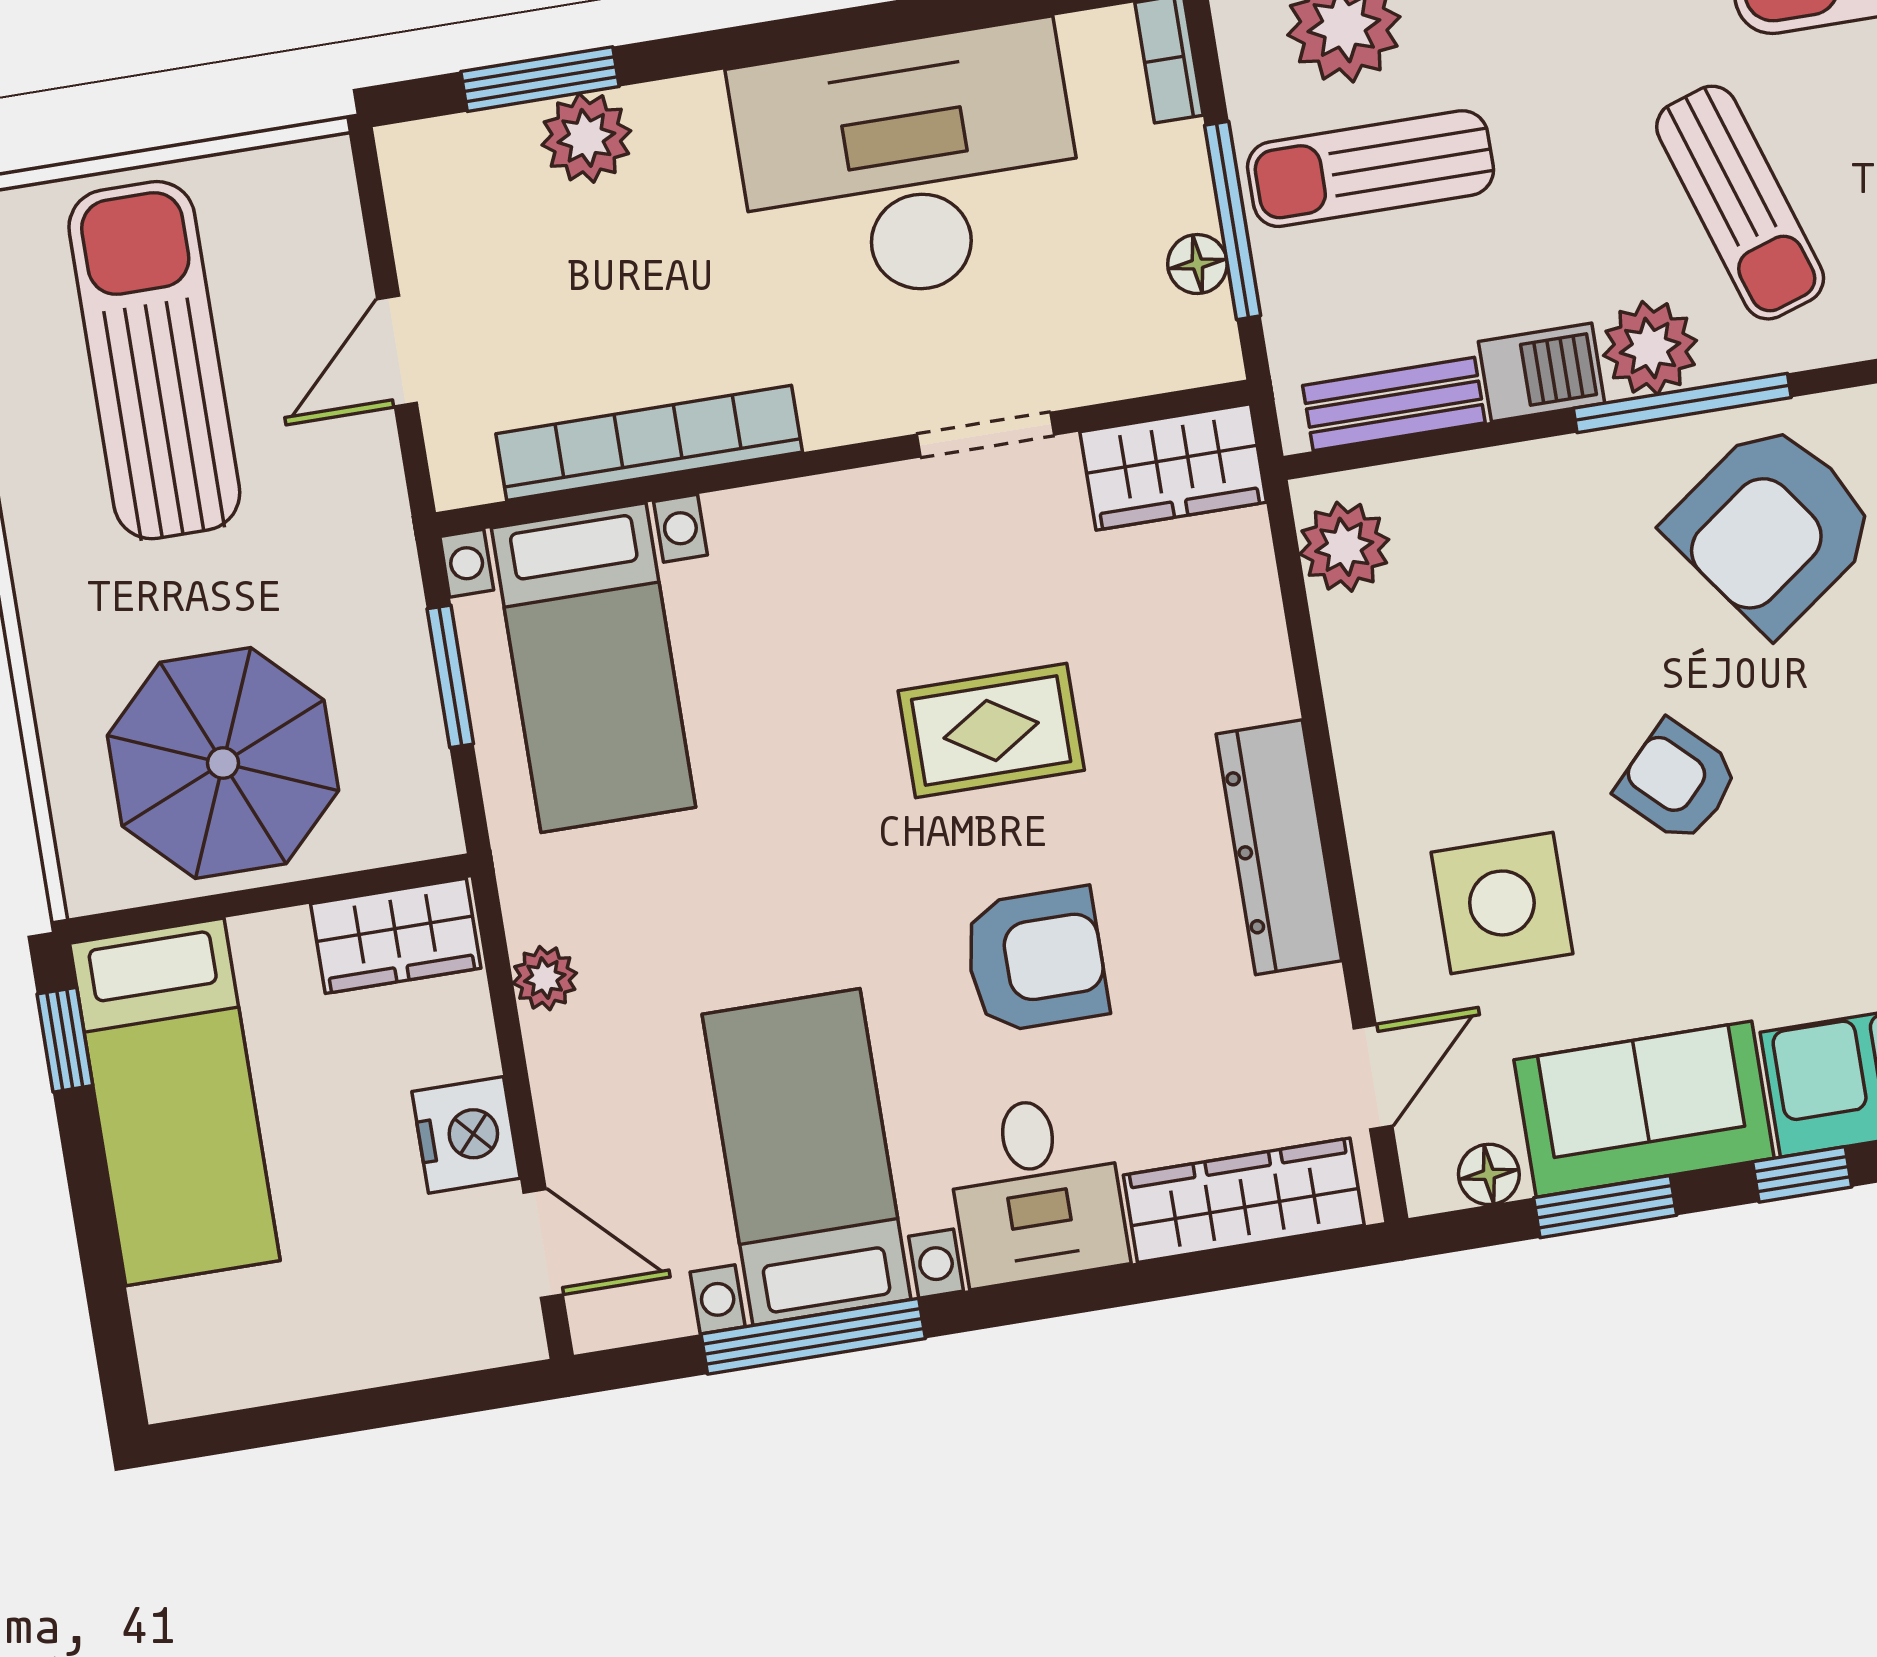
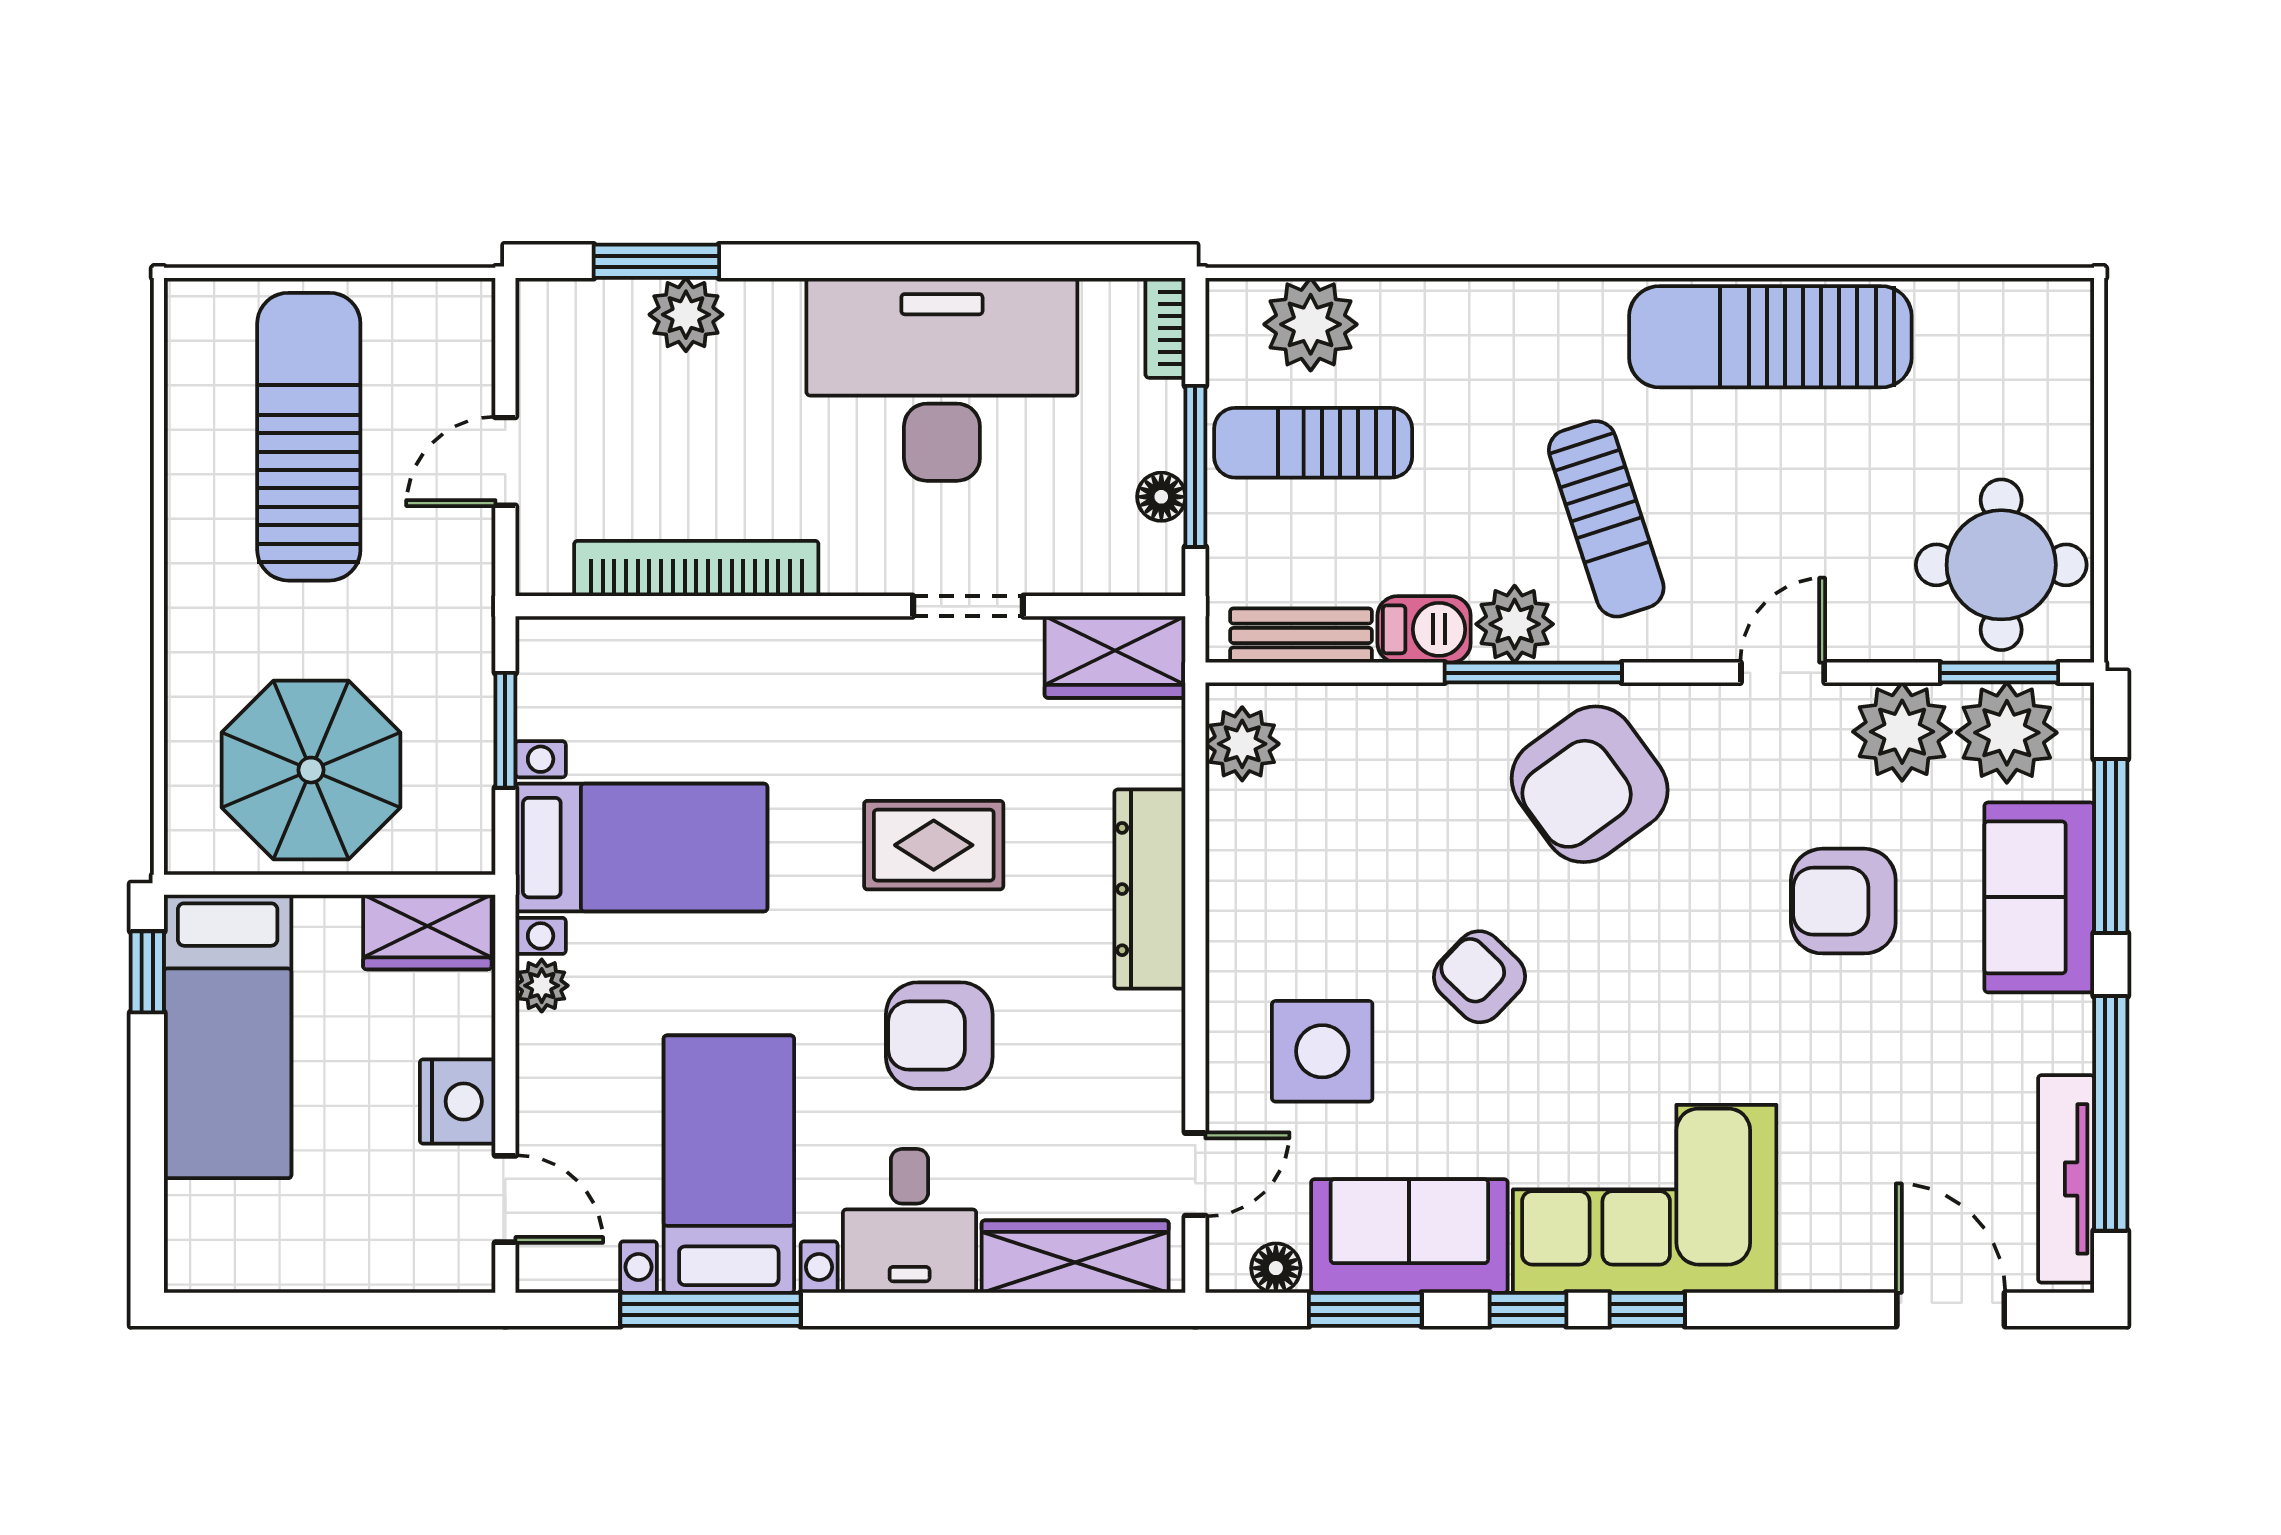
bed with nightstands: (593, 668) -> (641, 848), moved, turned -90
dresser: (1279, 847) -> (1150, 889), moved
armchair: (1036, 960) -> (939, 1036), turned 180

